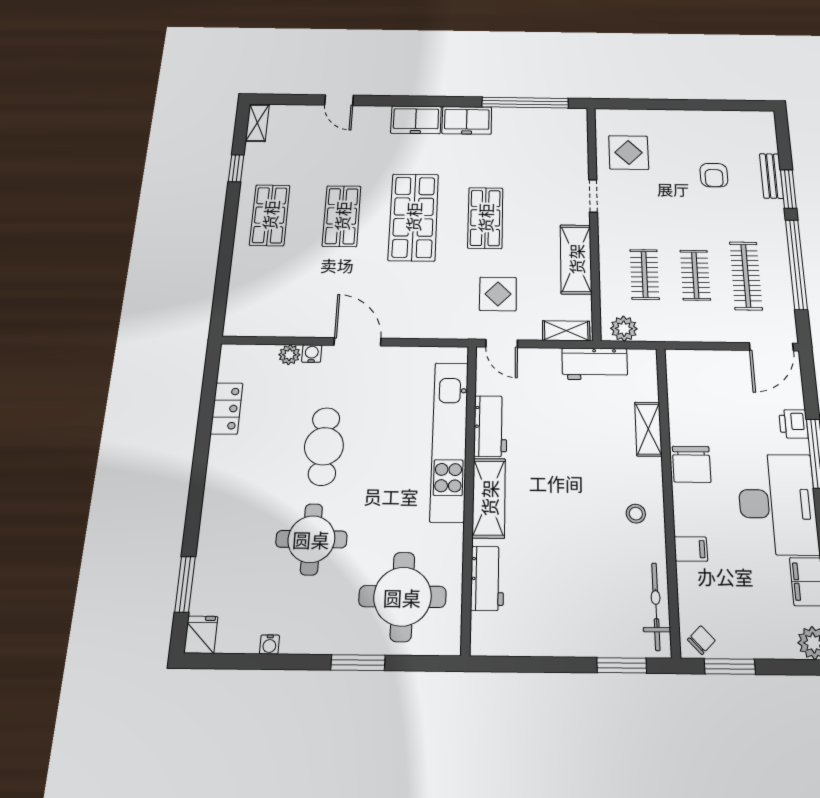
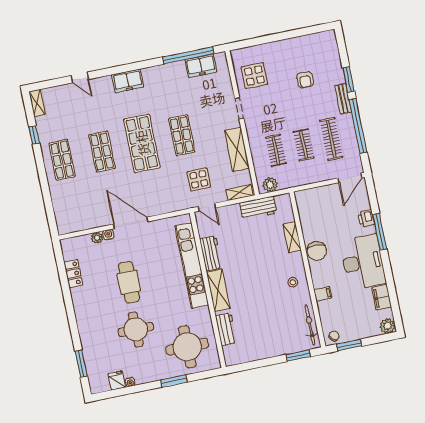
freezer: (467, 120) -> (201, 66), moved
bench: (771, 176) -> (343, 99), moved
door: (358, 342) -> (131, 223), width x1.36
fridge: (201, 635) -> (117, 380), moved

